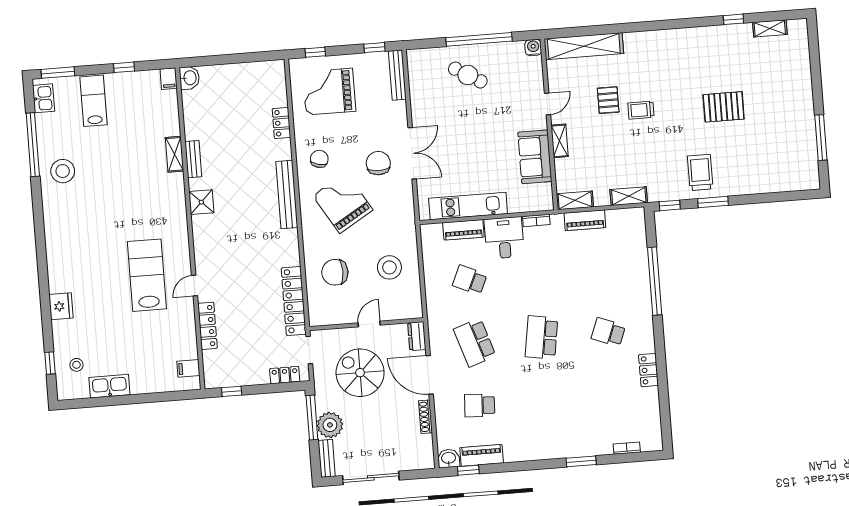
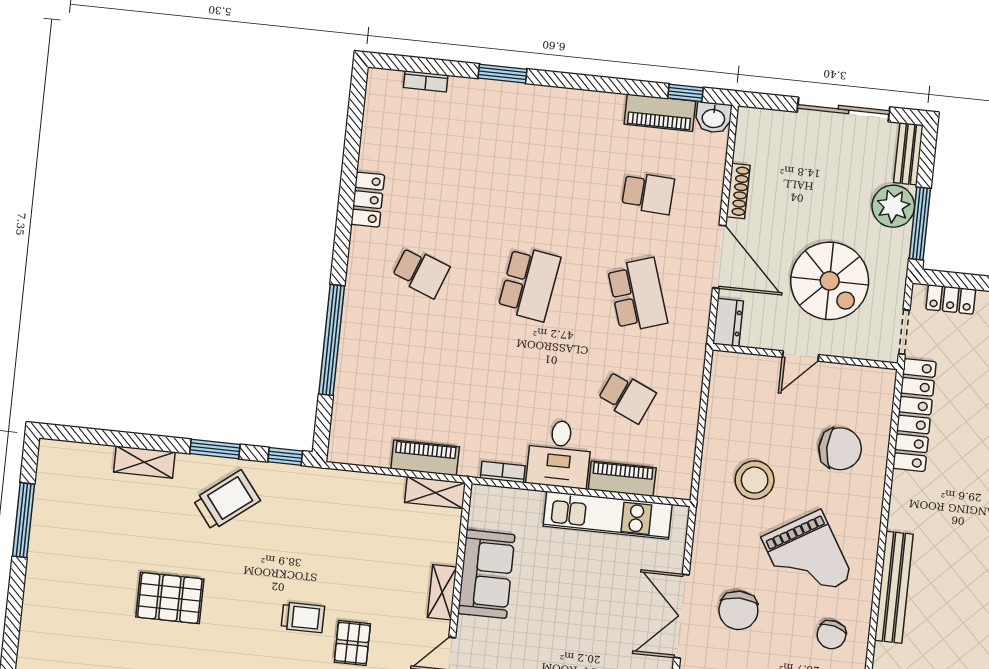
trolley: (700, 172) -> (227, 500), turned -128
shelving: (629, 196) -> (144, 462), moved
stool: (389, 267) -> (755, 480), moved

